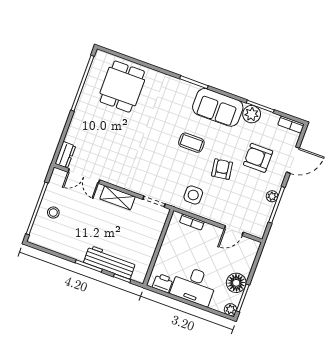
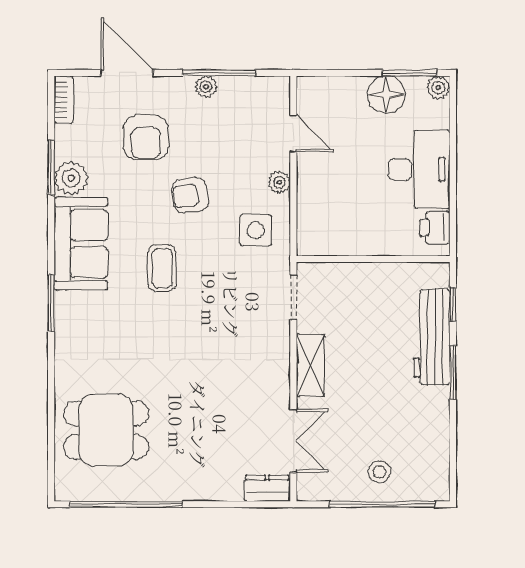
plant: (213, 215) -> (279, 182), added
bookcase: (192, 222) -> (305, 215), removed

